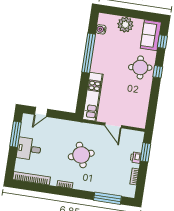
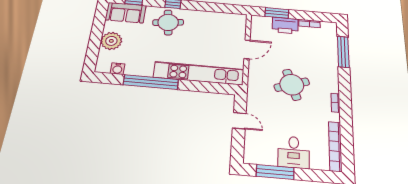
kitchen unit: (93, 97) -> (199, 73), width x1.36
door: (41, 112) -> (239, 121), moved
printer: (136, 158) -> (285, 25), width x1.87, depth x1.48

